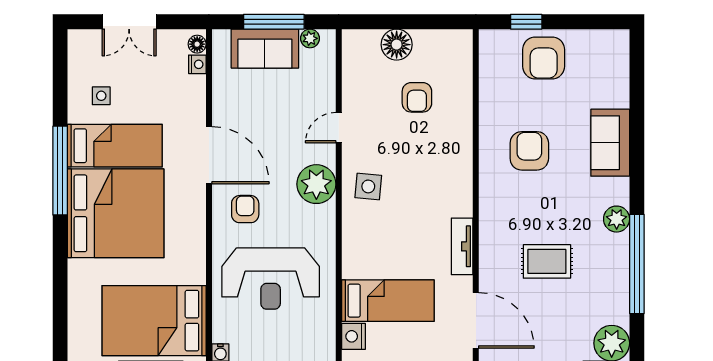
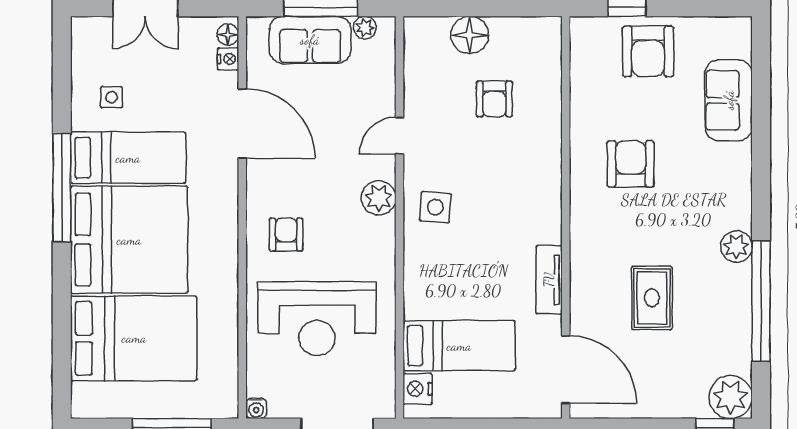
sofa: (610, 143) -> (729, 100), moved
door: (209, 155) -> (242, 124), moved
plant: (316, 184) -> (379, 198), width x0.73, depth x0.73
rug: (547, 261) -> (652, 298), turned 90
bed: (154, 321) -> (134, 338), moved, turned 180

